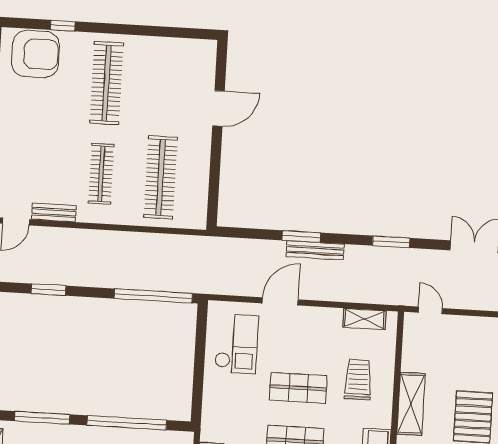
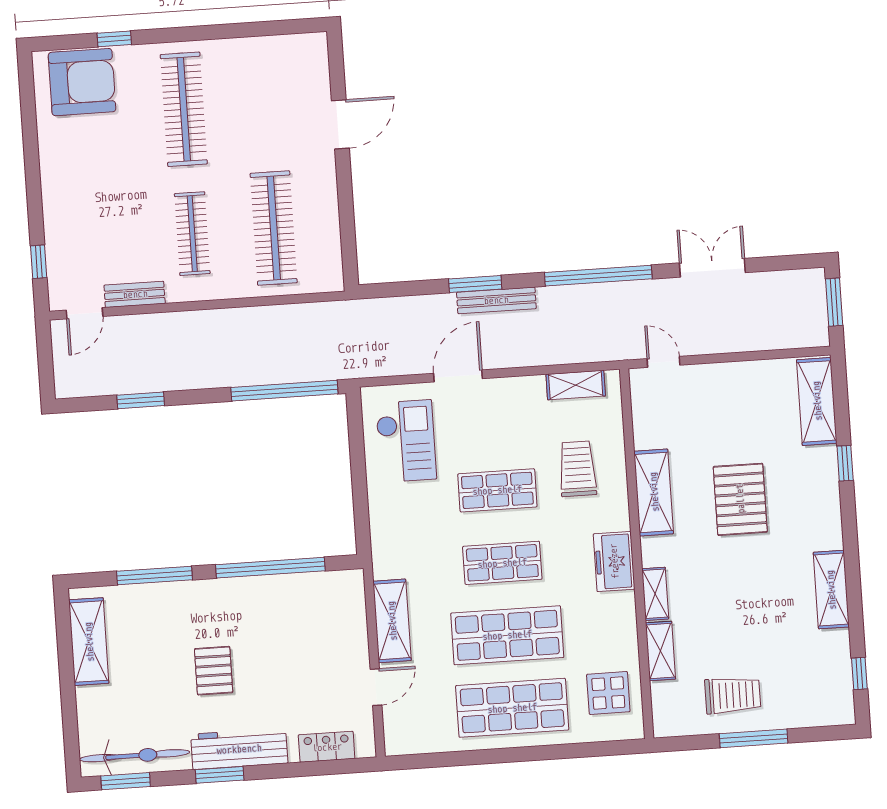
window: (391, 242) -> (598, 276), width x2.11

